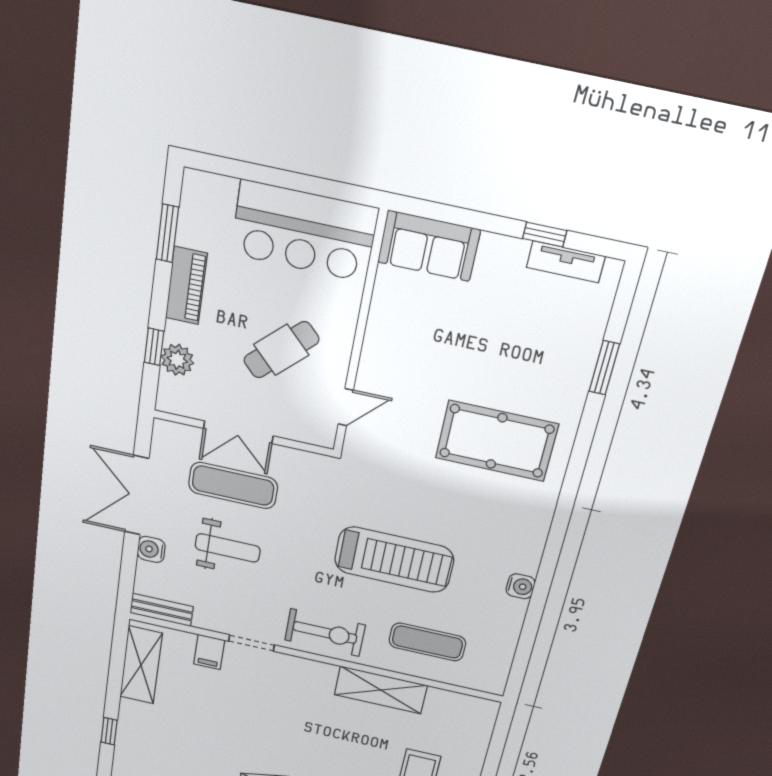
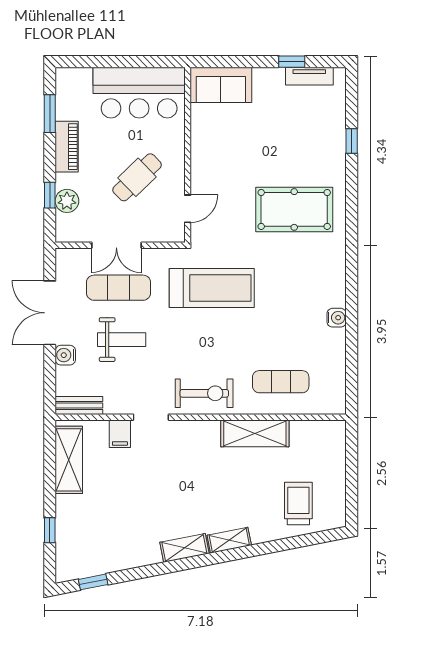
window: (604, 368) -> (352, 141), width x0.67
treadmill: (394, 560) -> (212, 288), moved

